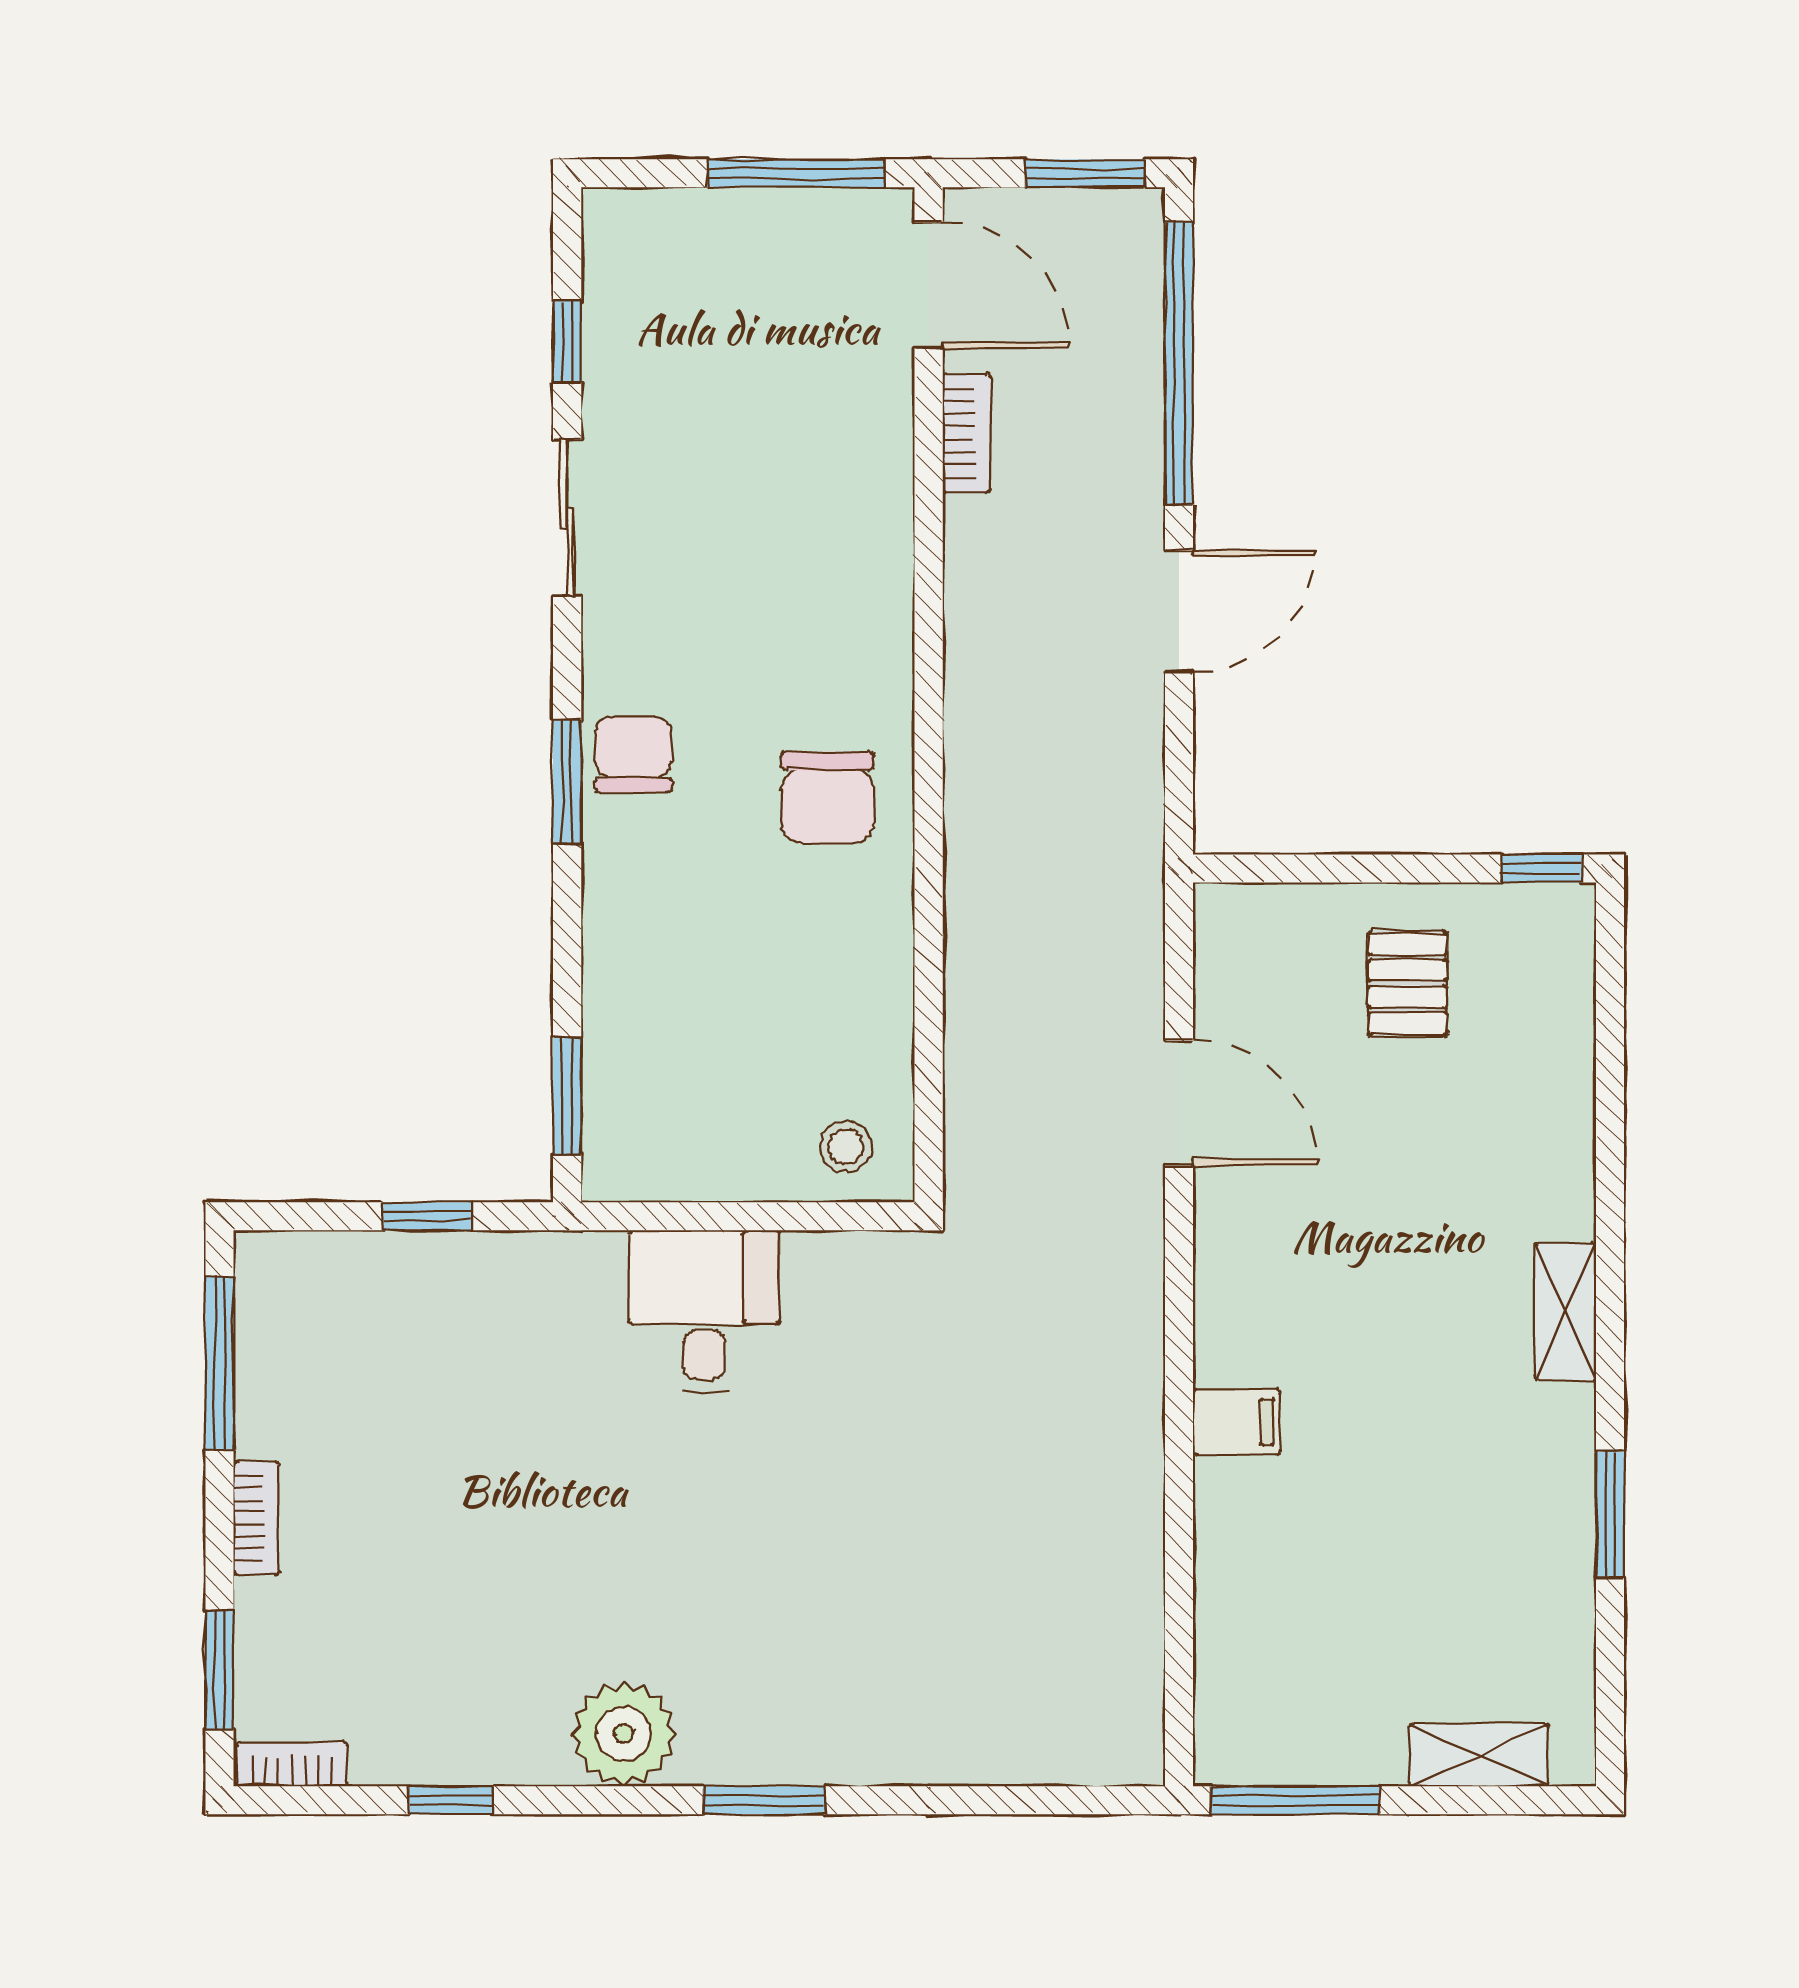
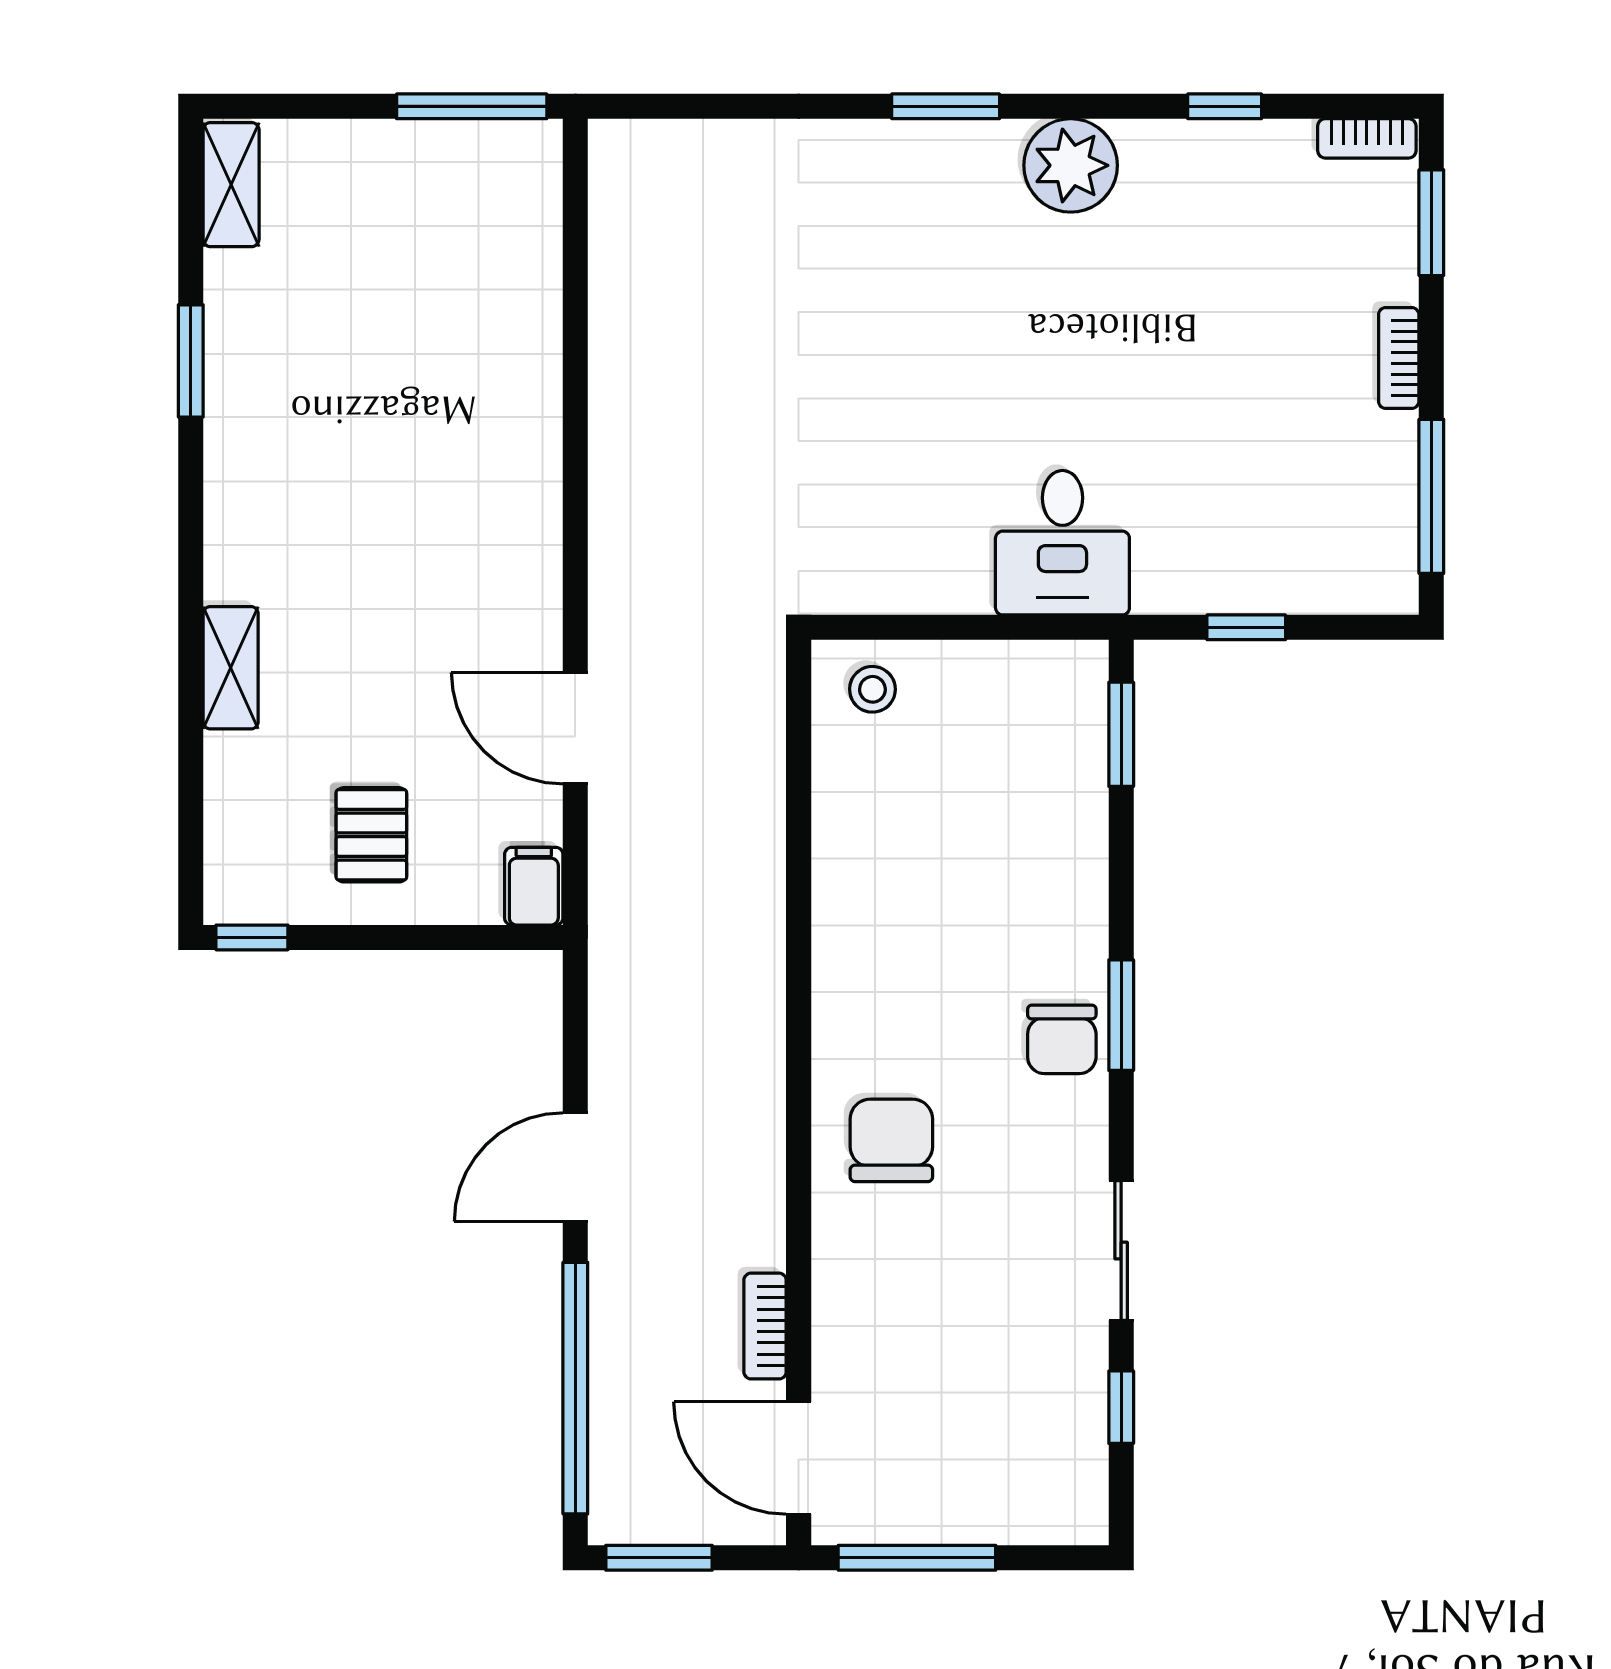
chair: (828, 798) -> (891, 1140), moved
desk: (704, 1311) -> (1062, 543), moved
shelving: (1565, 1312) -> (231, 668), moved
filing cabinet: (1236, 1422) -> (534, 886), moved, turned 90
shelving: (1479, 1755) -> (231, 185), moved, turned 90

